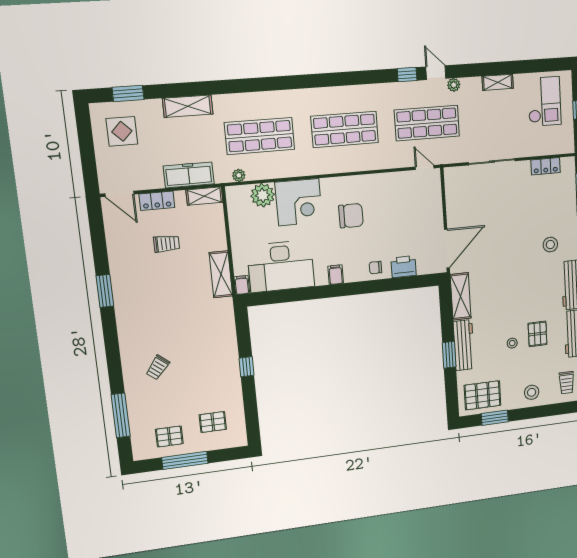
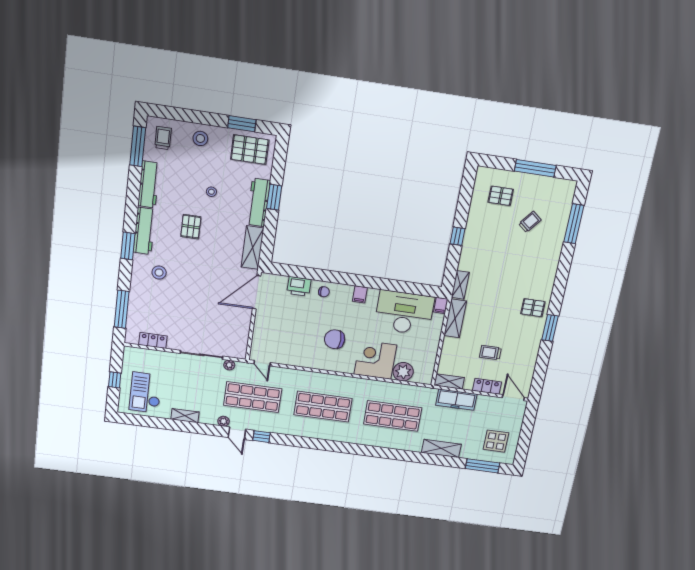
window: (128, 93) -> (482, 466), width x1.44
plant: (239, 175) -> (229, 365), moved
shelving: (227, 314) -> (460, 285), added
pallet: (538, 334) -> (191, 227), moved
trolley: (158, 367) -> (530, 222), moved
pallet: (169, 436) -> (533, 308), moved

